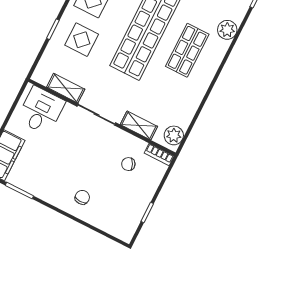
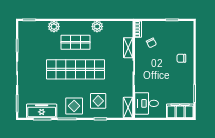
shelving: (66, 88) -> (128, 108), moved
plant: (174, 135) -> (97, 26), moved

